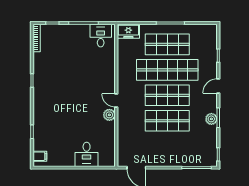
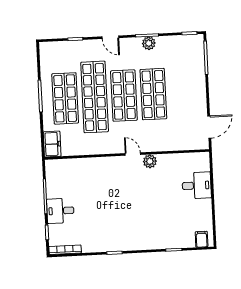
desk: (101, 36) -> (60, 211), moved
door: (116, 100) -> (133, 154), swing flipped

